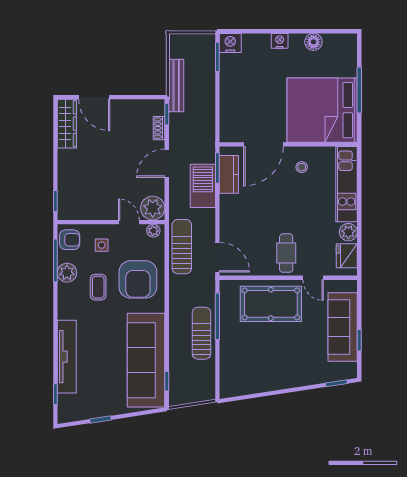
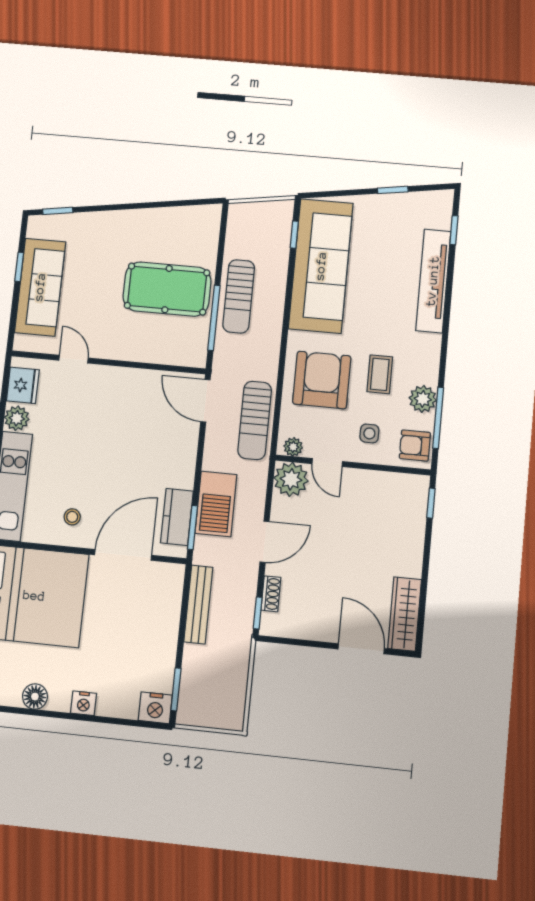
bench: (176, 85) -> (198, 604), moved
cafe table: (286, 253) -> (107, 397), removed
pool table: (271, 304) -> (167, 289), moved

